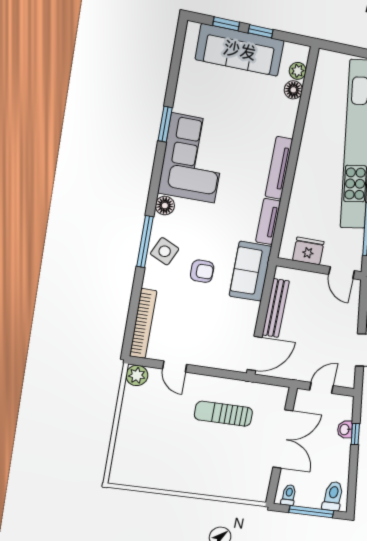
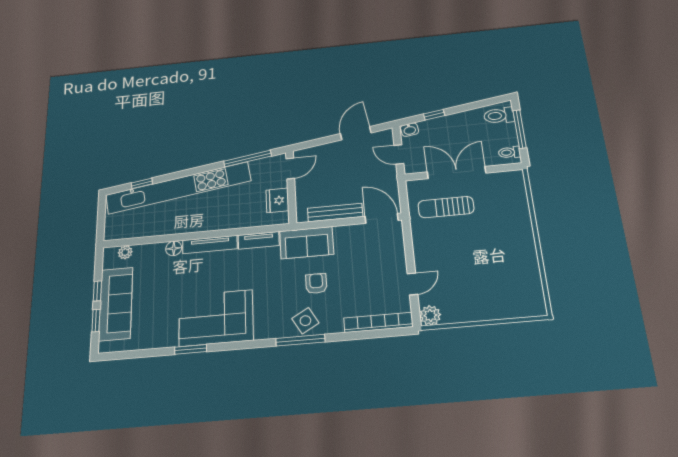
floor lamp: (293, 90) -> (174, 248), moved
floor lamp: (165, 206) -> (263, 331), removed
side table: (165, 251) -> (305, 321), turned 35
sun lounger: (223, 414) -> (446, 207), moved, turned 90
washbasin: (345, 430) -> (410, 130), moved

